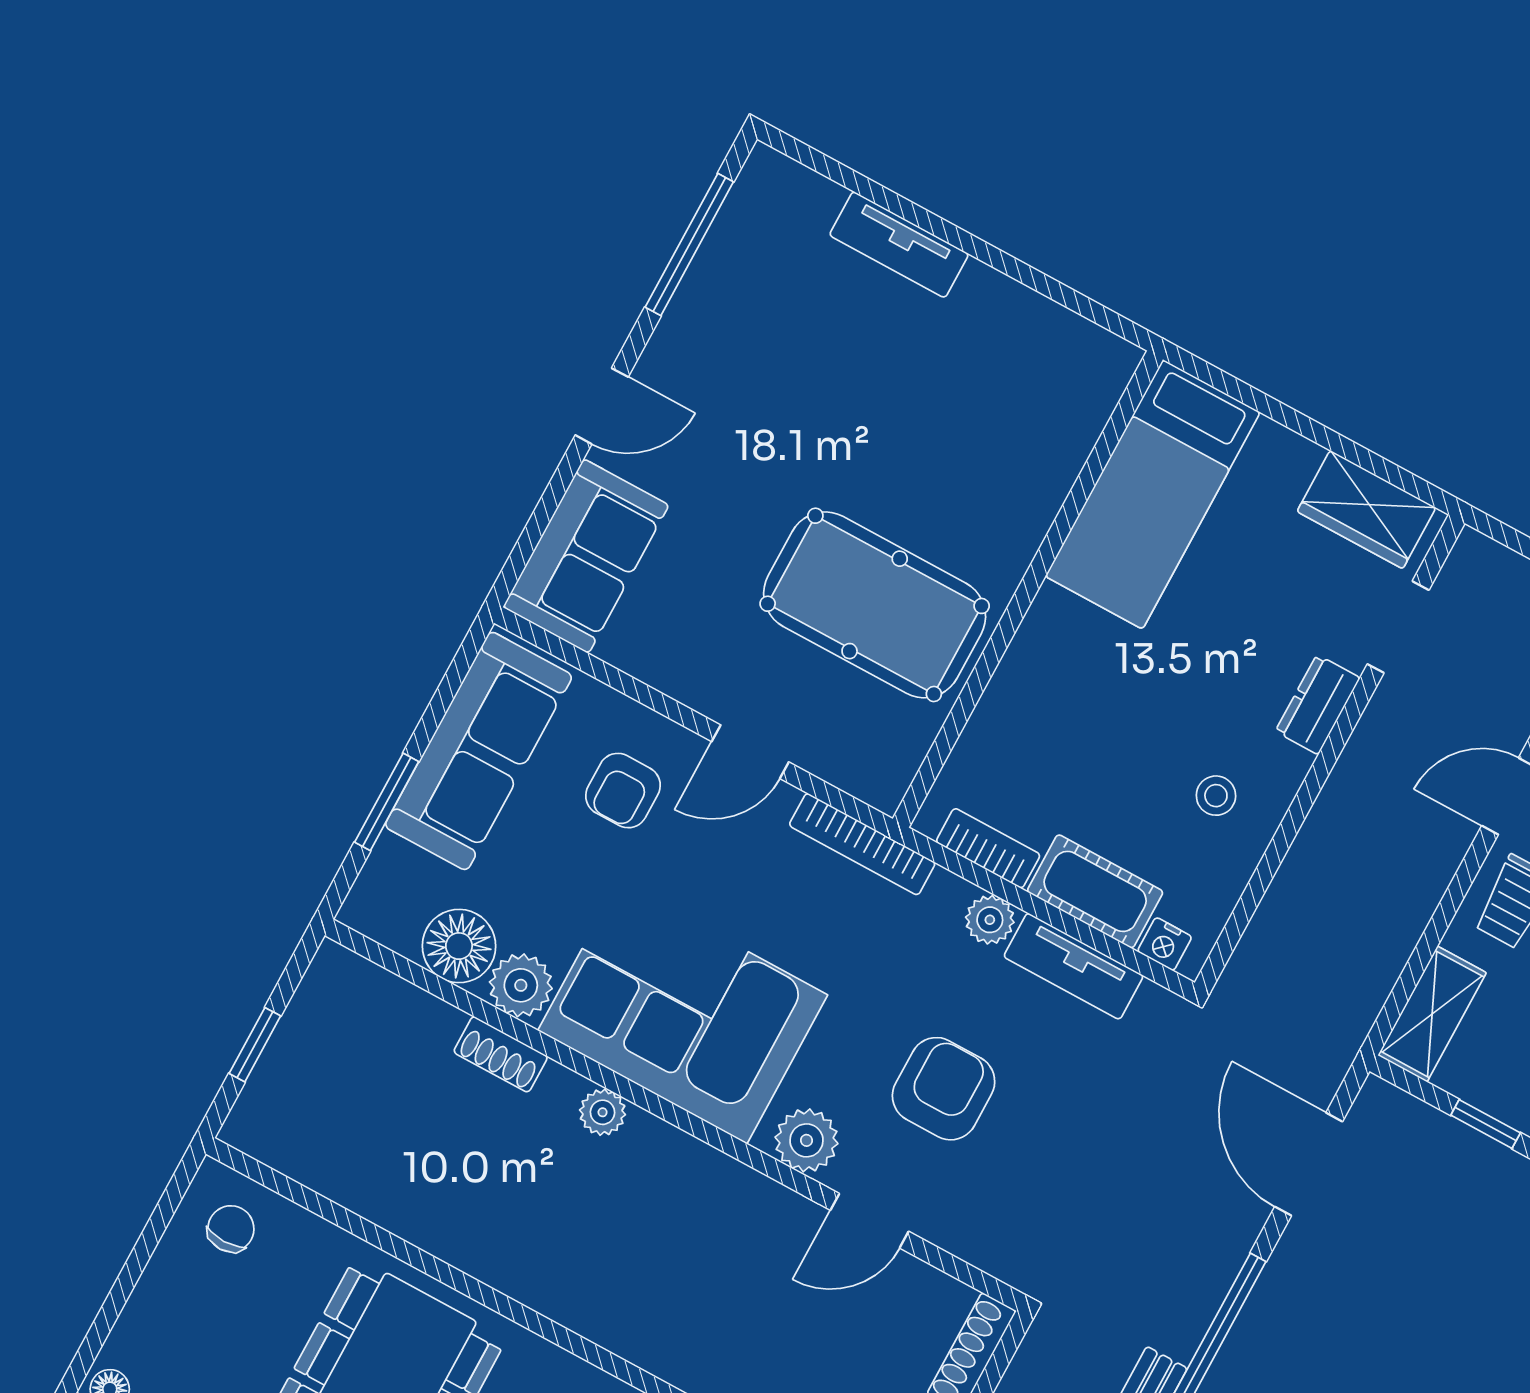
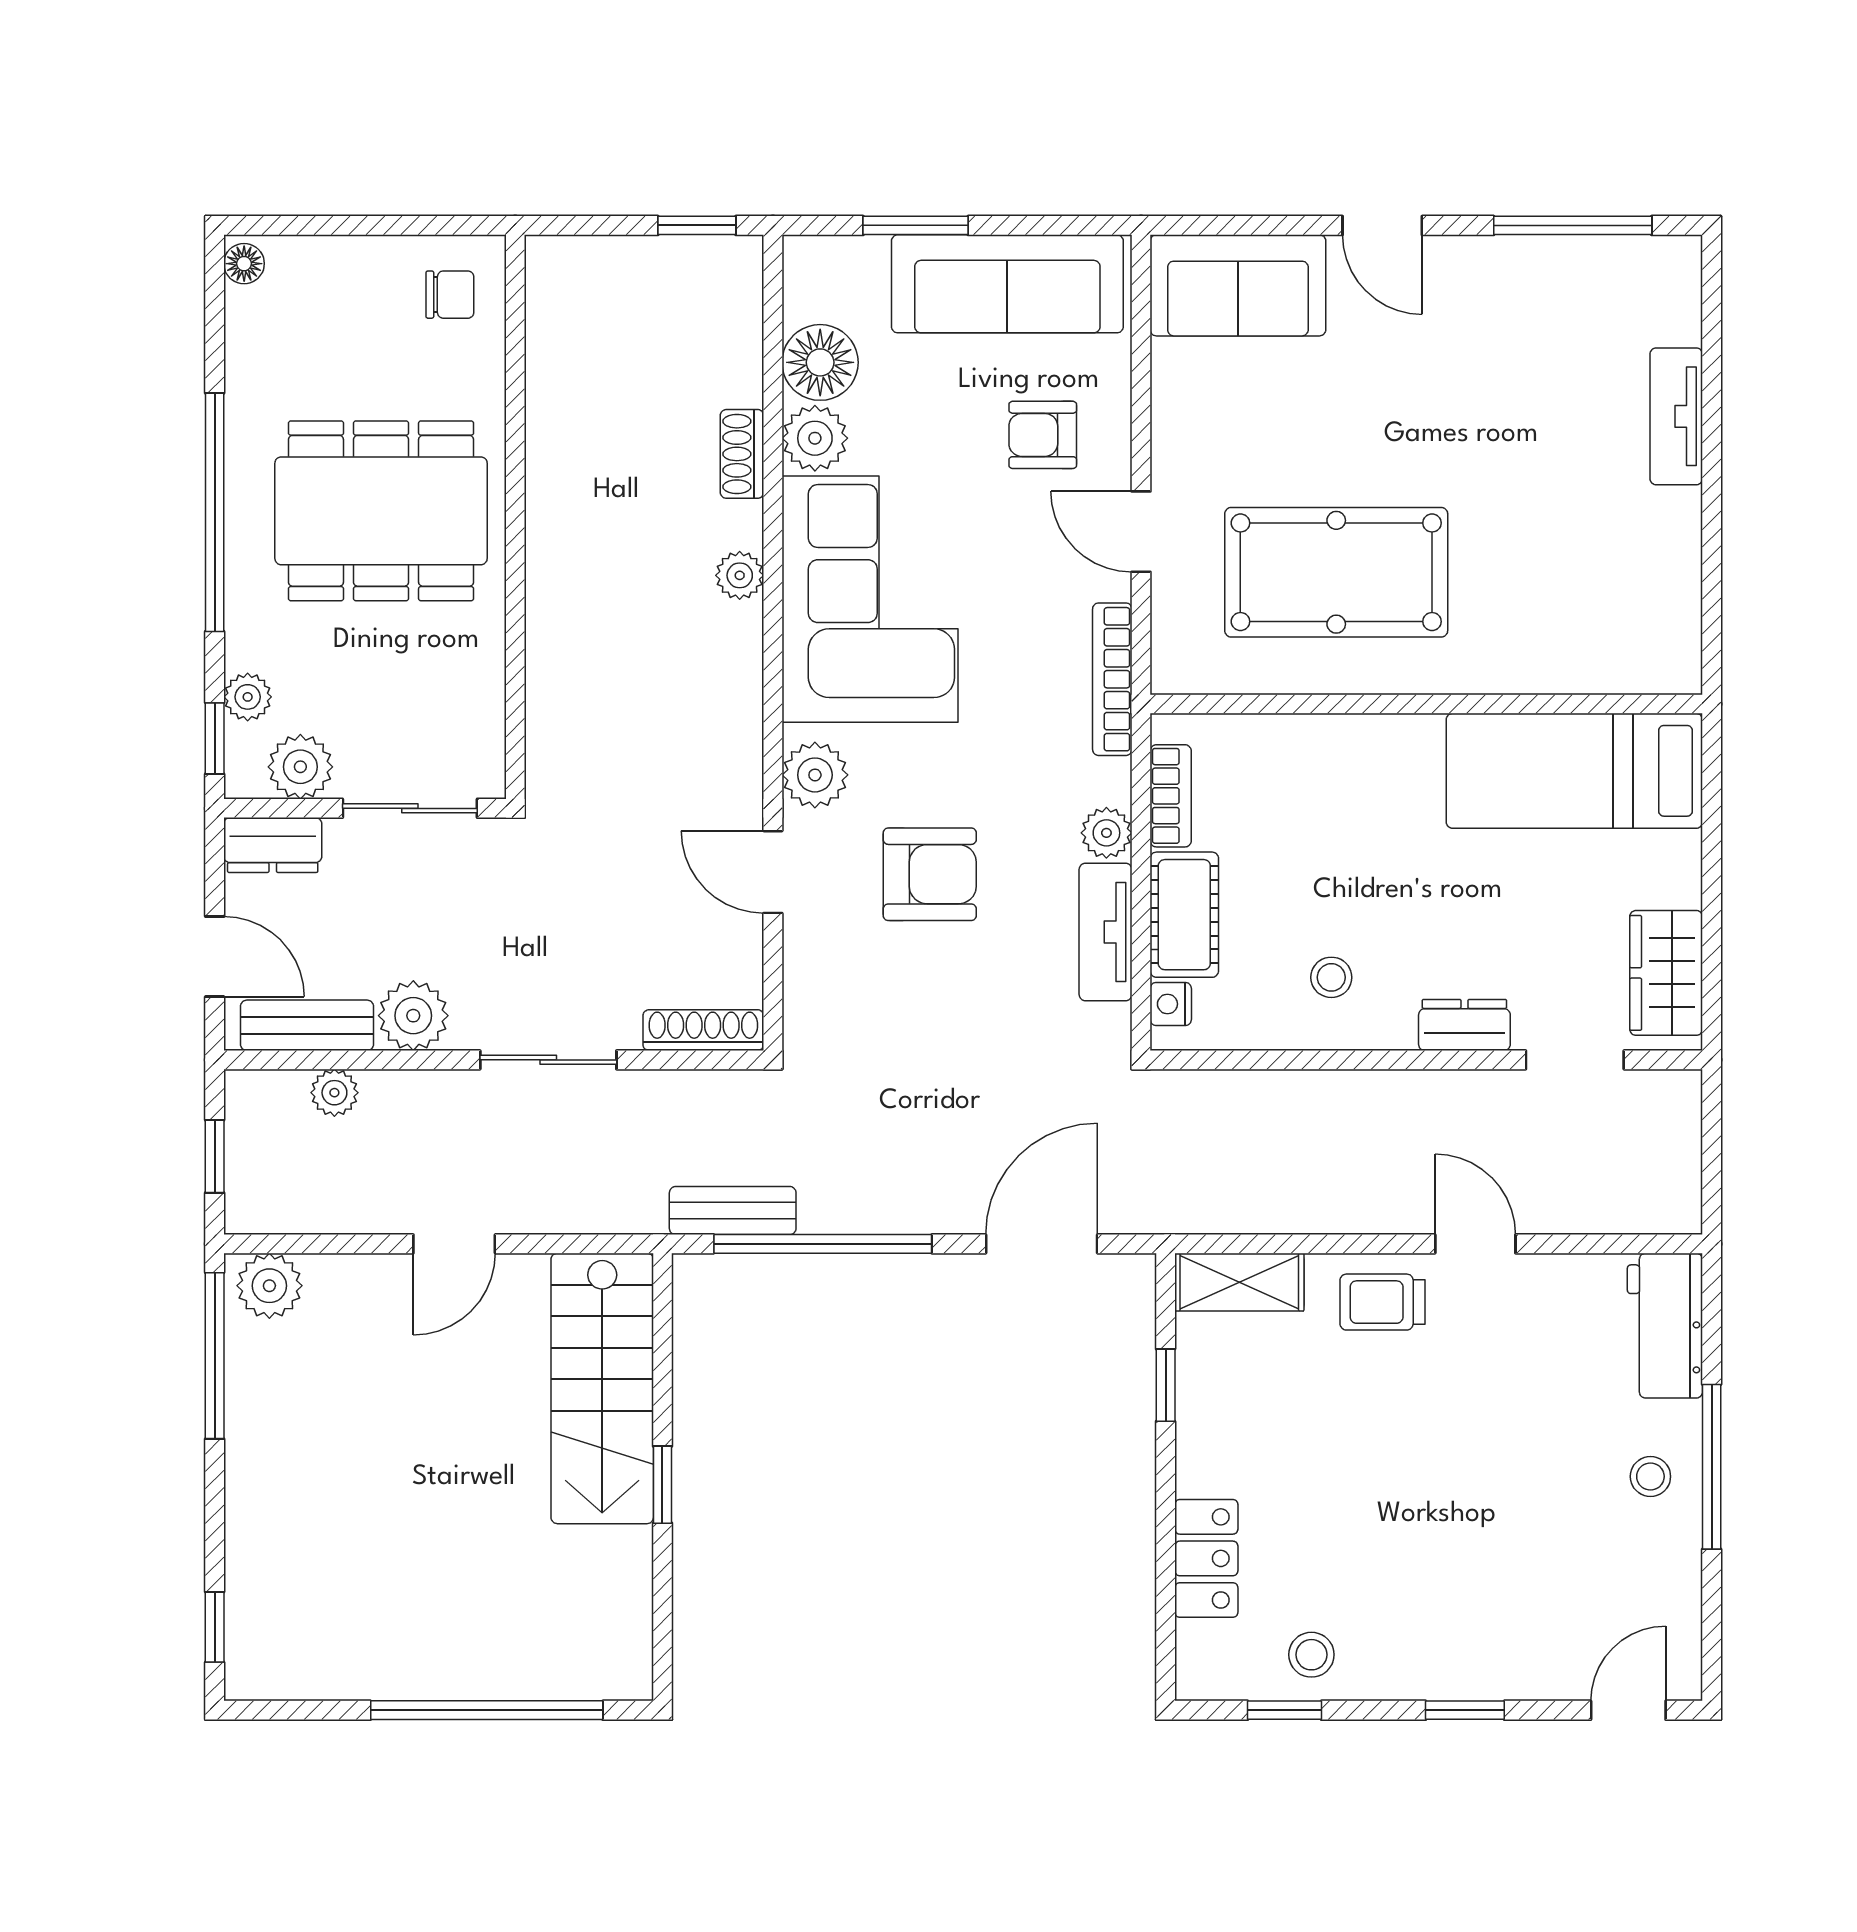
pool table: (875, 605) -> (1336, 572), turned 90
window: (255, 1045) -> (697, 225), moved

